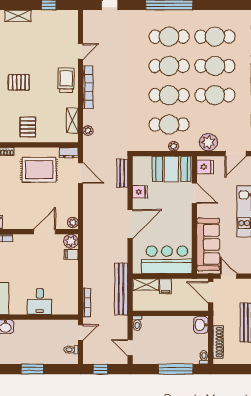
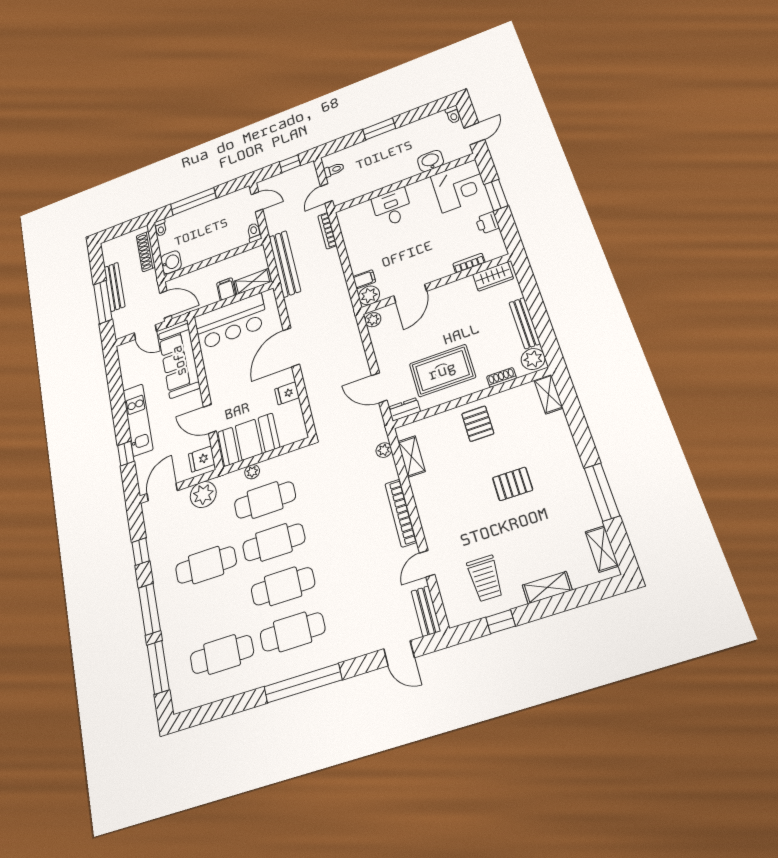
cafe table: (215, 66) -> (214, 609), removed
trolley: (66, 80) -> (485, 578), moved
bench: (122, 173) -> (426, 611), moved

